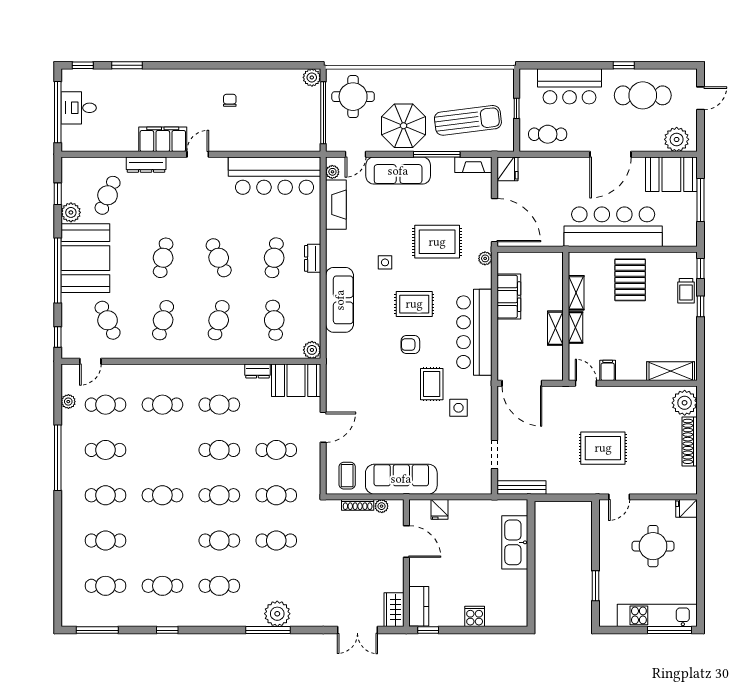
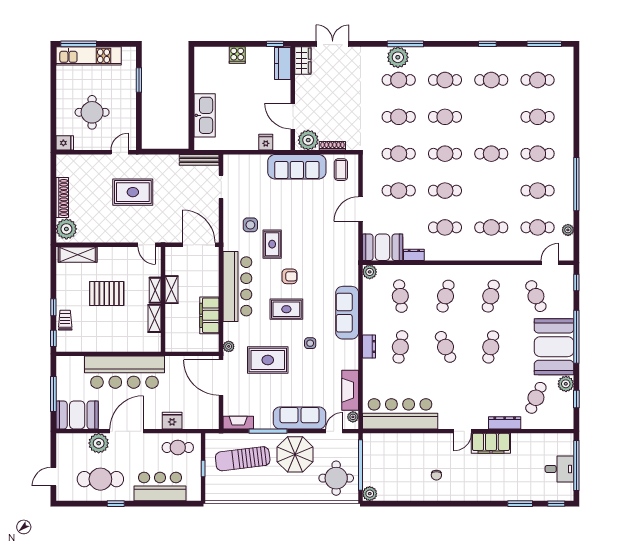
plant: (677, 139) -> (99, 443), moved
fridge: (507, 169) -> (172, 421), moved, turned 90
pallet: (630, 280) -> (107, 294), moved, turned 90
filing cabinet: (608, 370) -> (129, 255), removed
plant: (382, 506) -> (308, 140), width x1.87, depth x1.87
cafe table: (276, 586) -> (399, 80), added

